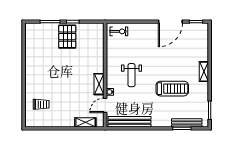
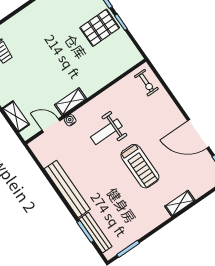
shelving: (204, 72) -> (180, 203), moved
treadmill: (172, 89) -> (140, 166), moved
bench: (130, 122) -> (67, 189), moved

